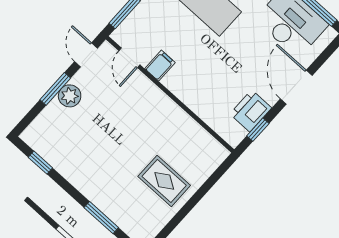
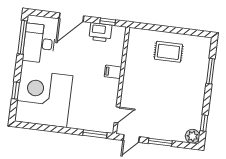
filing cabinet: (160, 66) -> (113, 72), moved
plant: (70, 96) -> (193, 136), moved
rug: (164, 181) -> (168, 52), turned 90

